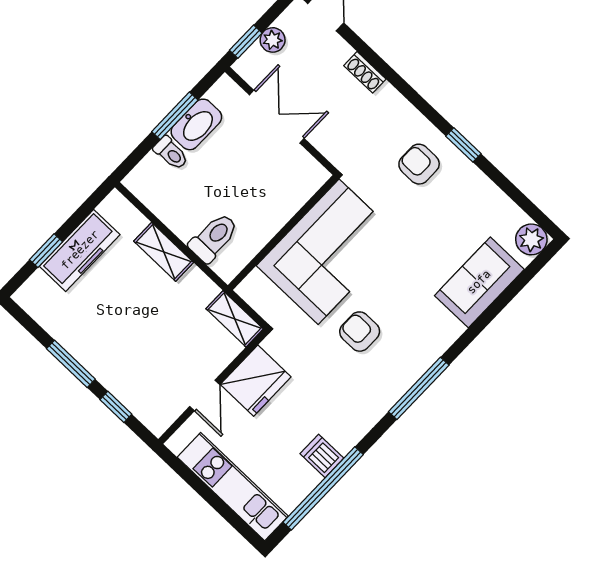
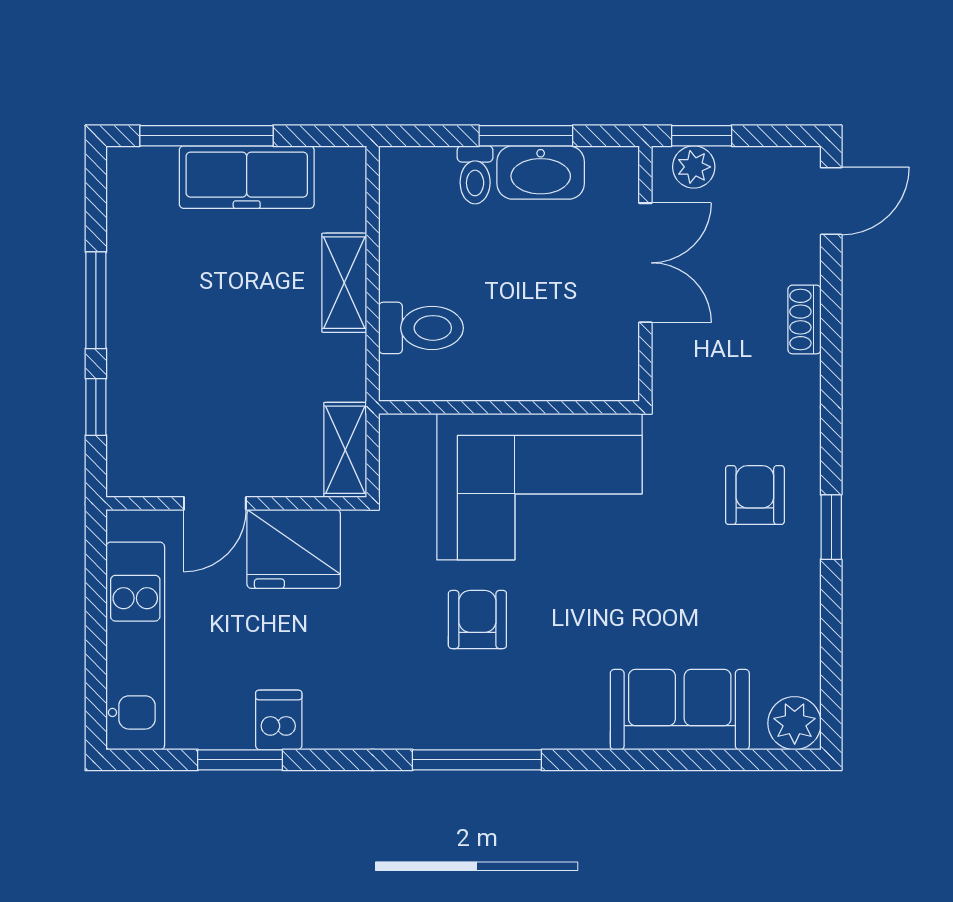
plant: (273, 40) -> (694, 167), moved
window: (46, 251) -> (206, 136), width x2.17
window: (323, 488) -> (240, 760), width x0.47

